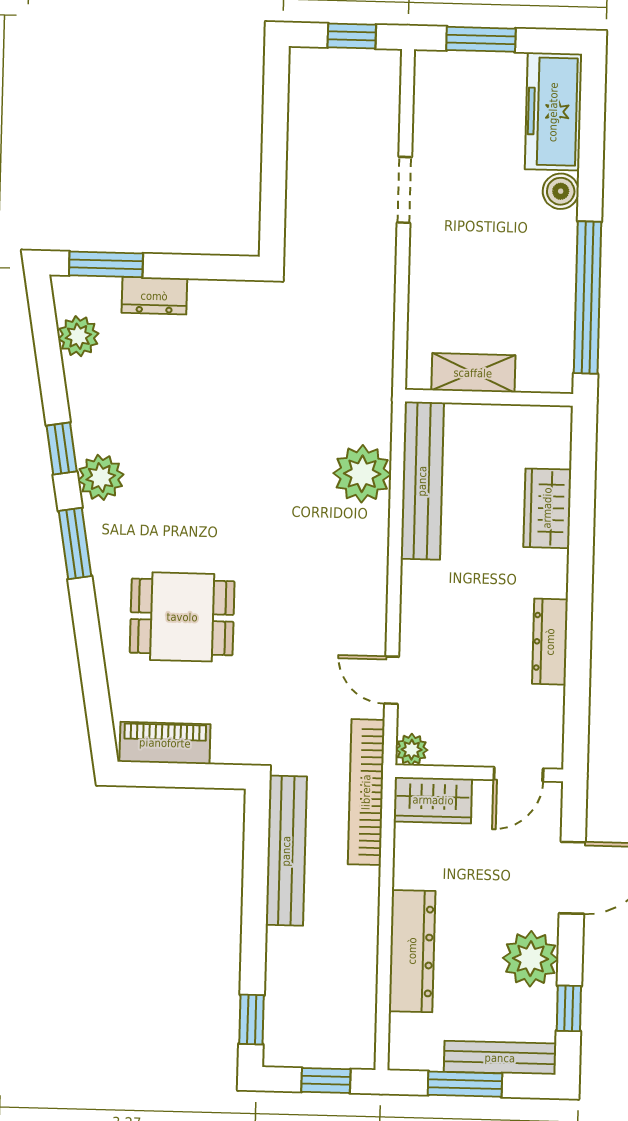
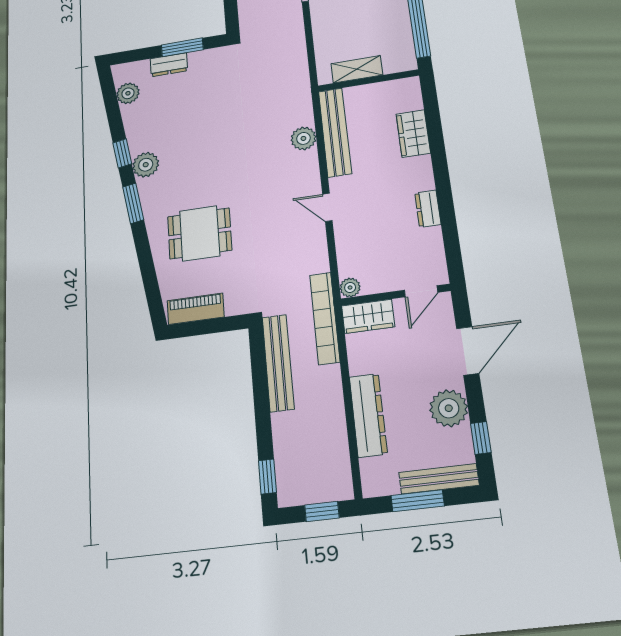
window: (106, 264) -> (182, 47), moved
plant: (362, 474) -> (303, 138), width x0.73, depth x0.73
dresser: (550, 642) -> (428, 209), width x0.70
door: (392, 680) -> (327, 207), moved

